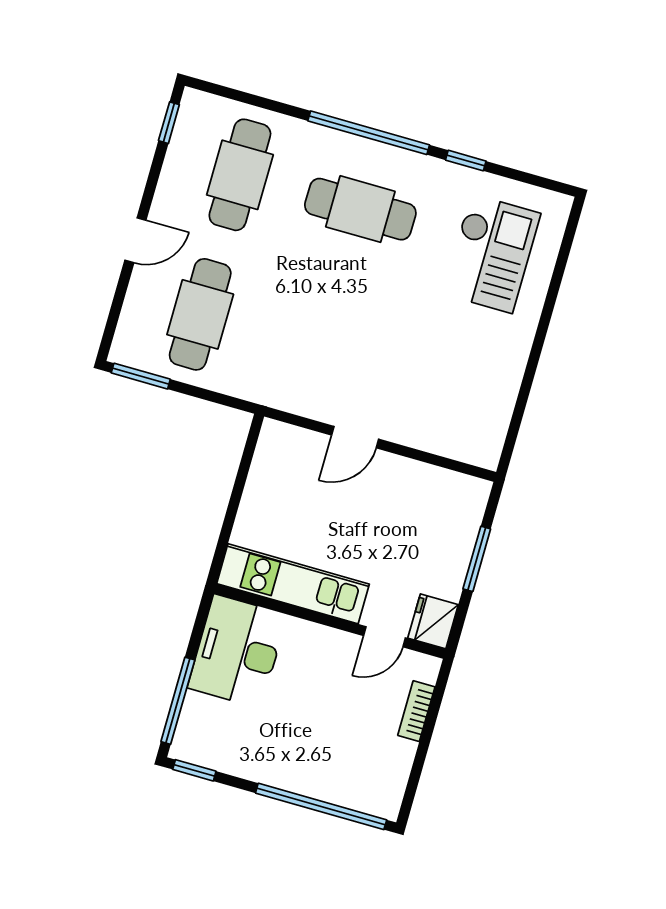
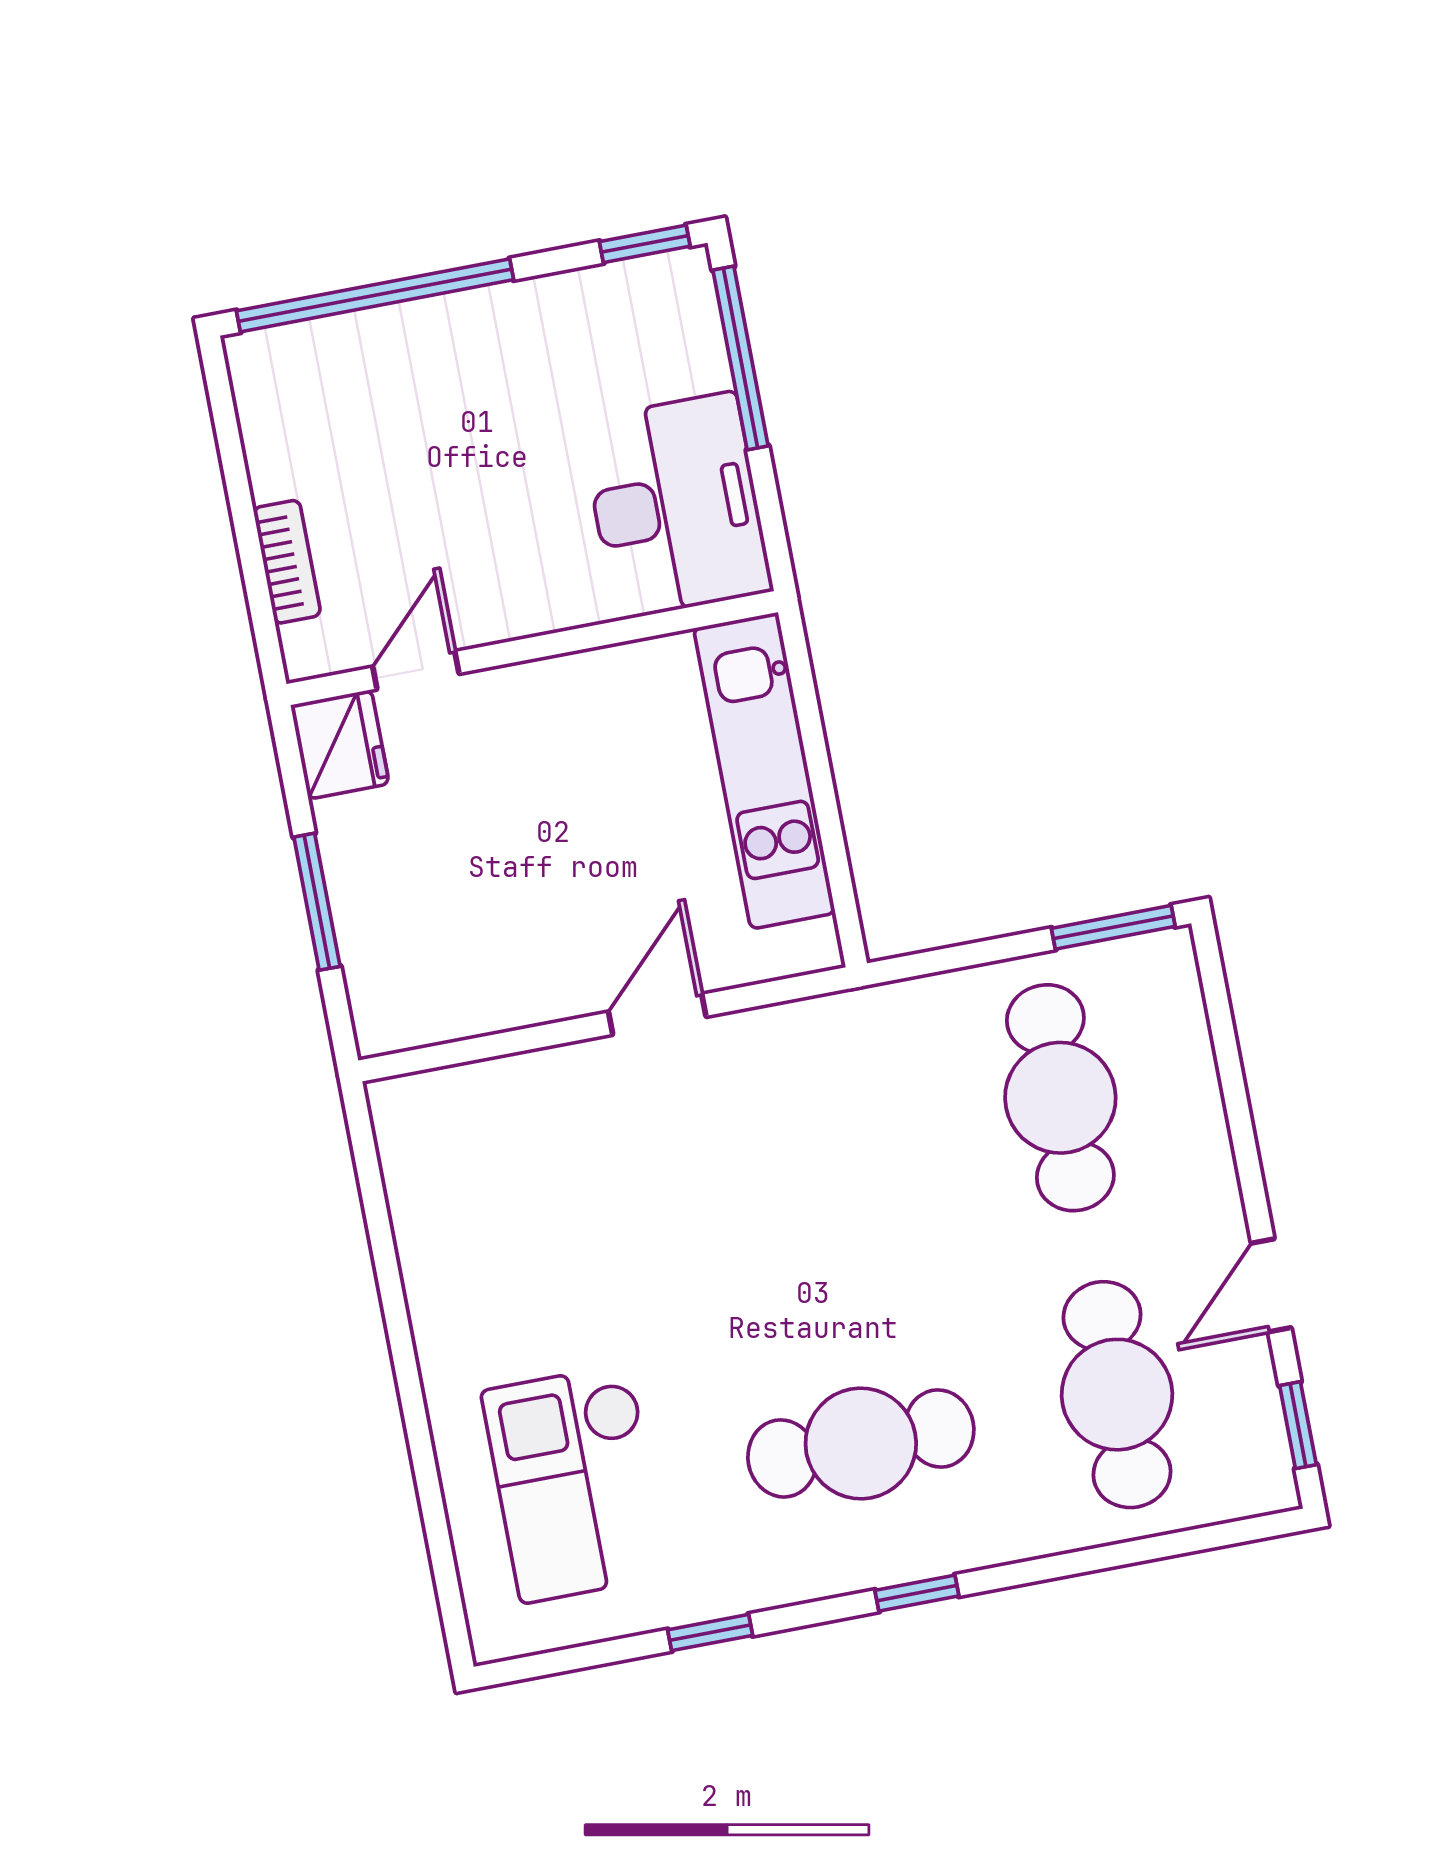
window: (369, 133) -> (917, 1593), width x0.32
door: (135, 240) -> (1271, 1285), moved
kitchen unit: (293, 584) -> (764, 771), moved, turned 90

